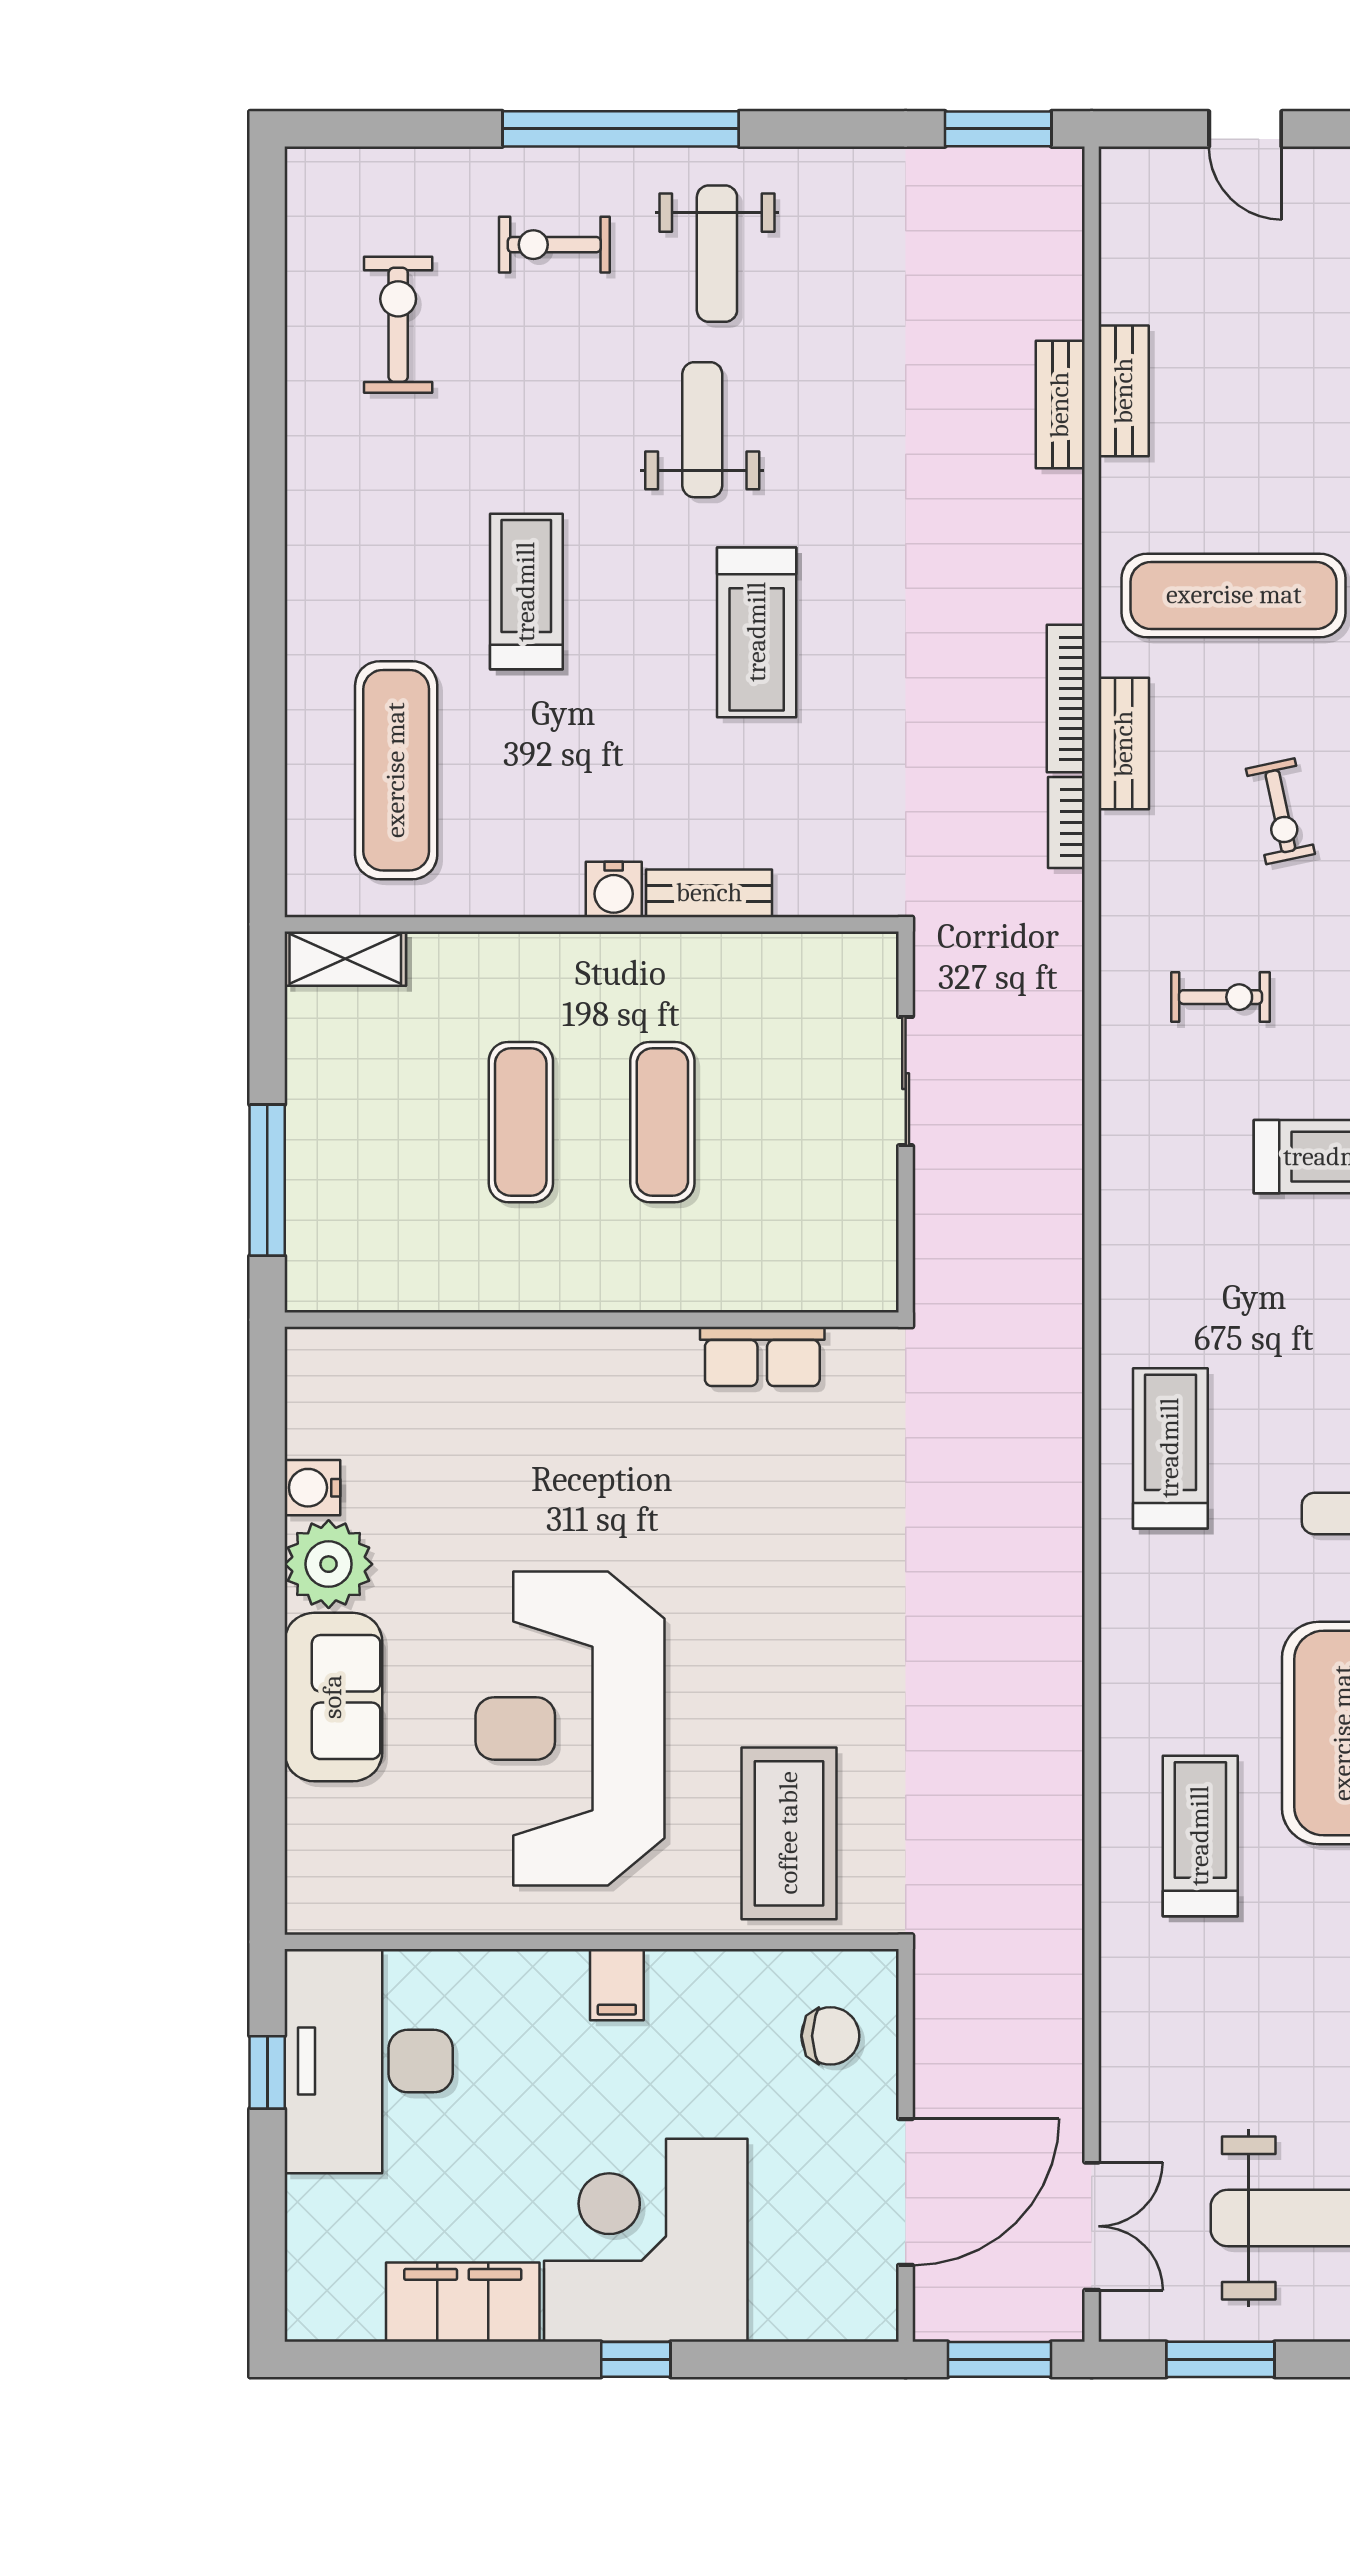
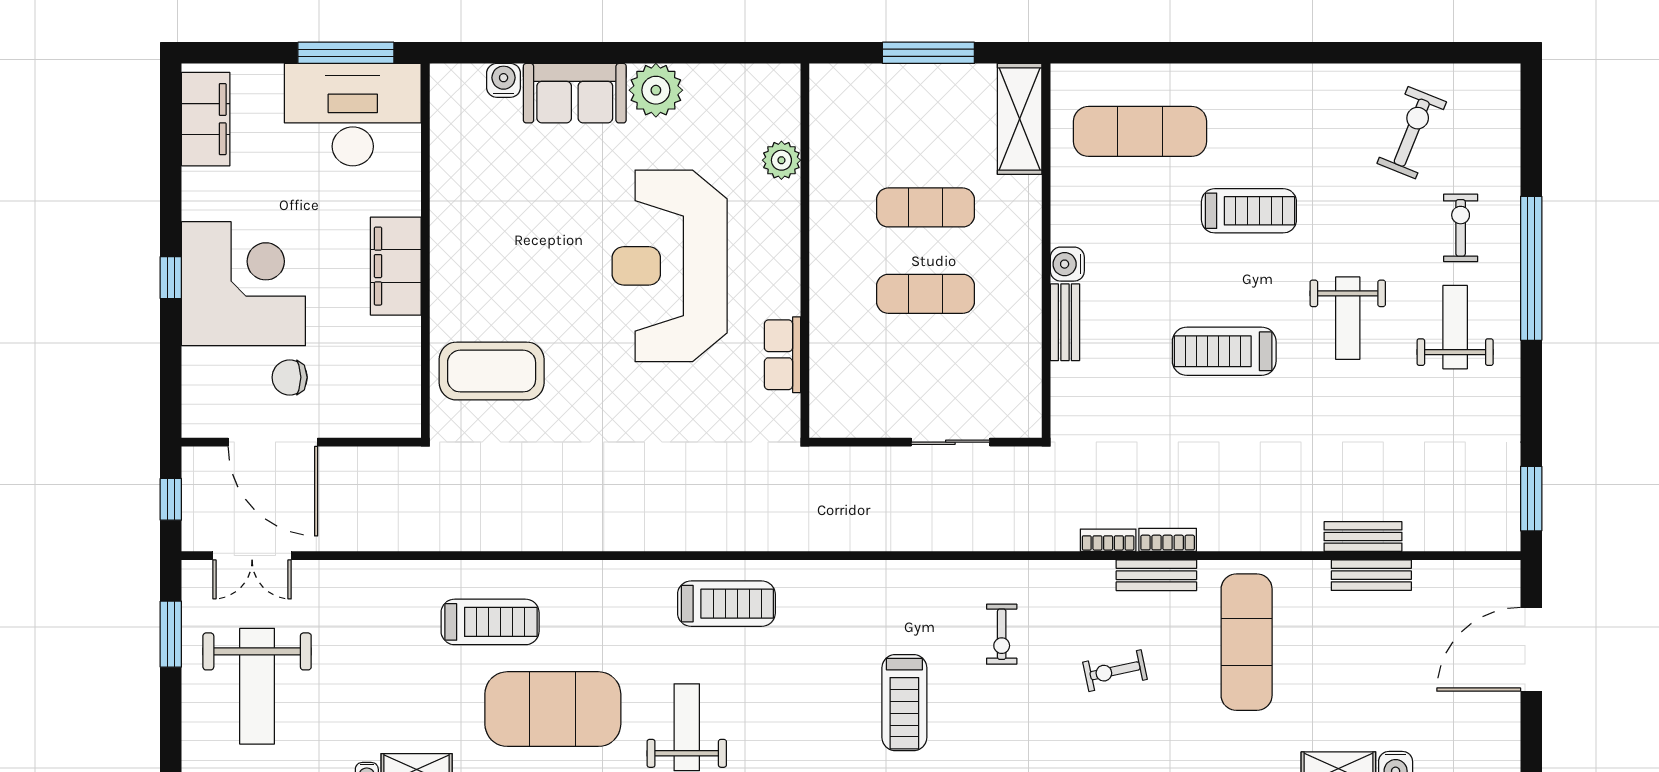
door: (1245, 129) -> (1531, 649), width x1.88
weight bench: (717, 254) -> (1455, 327), turned 90
exercise bike: (398, 325) -> (1412, 133), turned -68
weight bench: (702, 430) -> (1348, 318), turned 90
bookcase: (1066, 698) -> (1168, 540), width x0.64
shelving: (345, 959) -> (1020, 119), width x1.50, depth x1.33
window: (267, 1180) -> (928, 53), moved
plant: (443, 1358) -> (781, 160), added
water cooler: (312, 1488) -> (504, 80), moved
reception desk: (570, 1728) -> (670, 266), moved, turned -90
filing cabinet: (617, 1985) -> (396, 266), width x3.00, depth x1.17
chair: (830, 2036) -> (290, 377), moved, turned 90
window: (267, 2072) -> (346, 53), width x2.17
filing cabinet: (463, 2302) -> (206, 119), moved
window: (999, 2359) -> (171, 499), width x0.67

